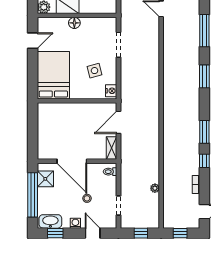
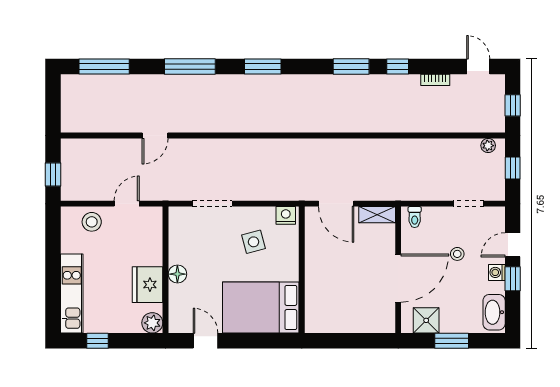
plant: (155, 188) -> (488, 146), moved
window: (33, 195) -> (452, 341), width x0.47
window: (55, 233) -> (513, 279), moved

